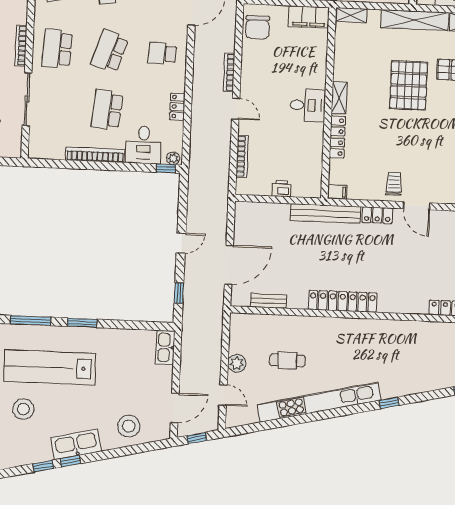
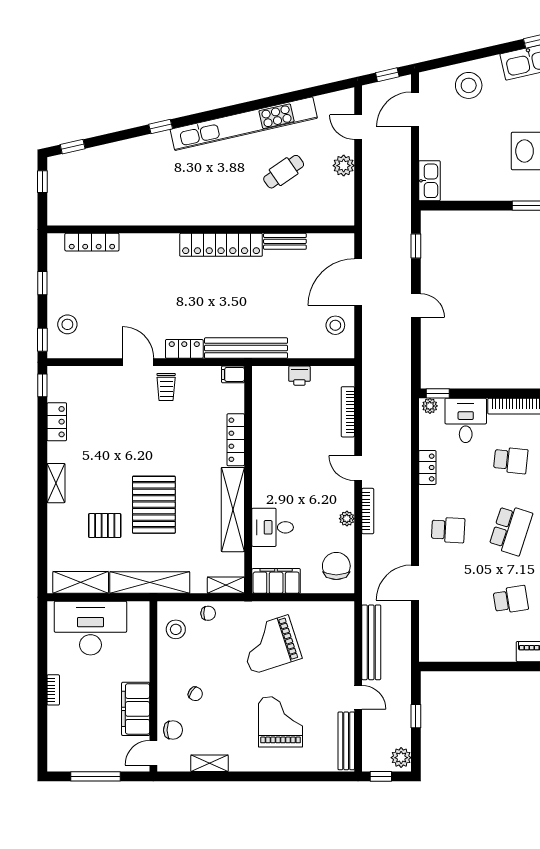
plant: (247, 67) -> (347, 519), added
shelving: (339, 98) -> (233, 510), width x2.20, depth x1.33
desk: (308, 105) -> (273, 527), moved
school desk: (107, 110) -> (511, 460), width x0.54
stool: (250, 230) -> (335, 325), added
door: (181, 243) -> (416, 306), swing flipped
bench: (269, 301) -> (285, 241), moved
cafe table: (287, 360) -> (284, 172), turned -35

